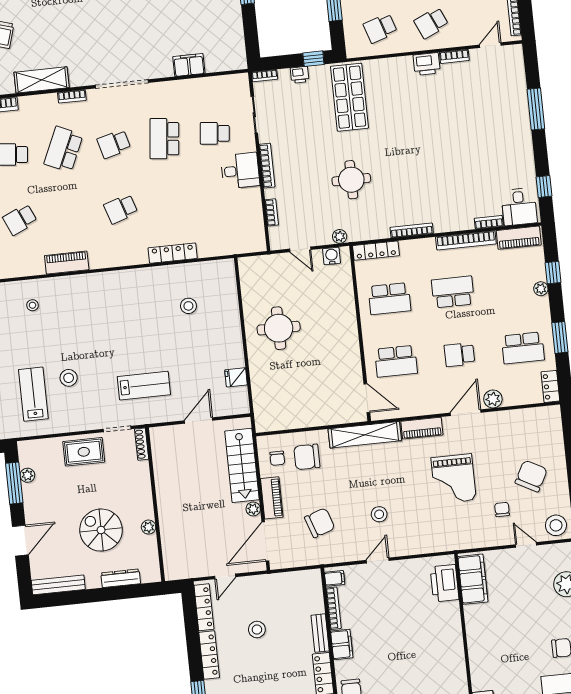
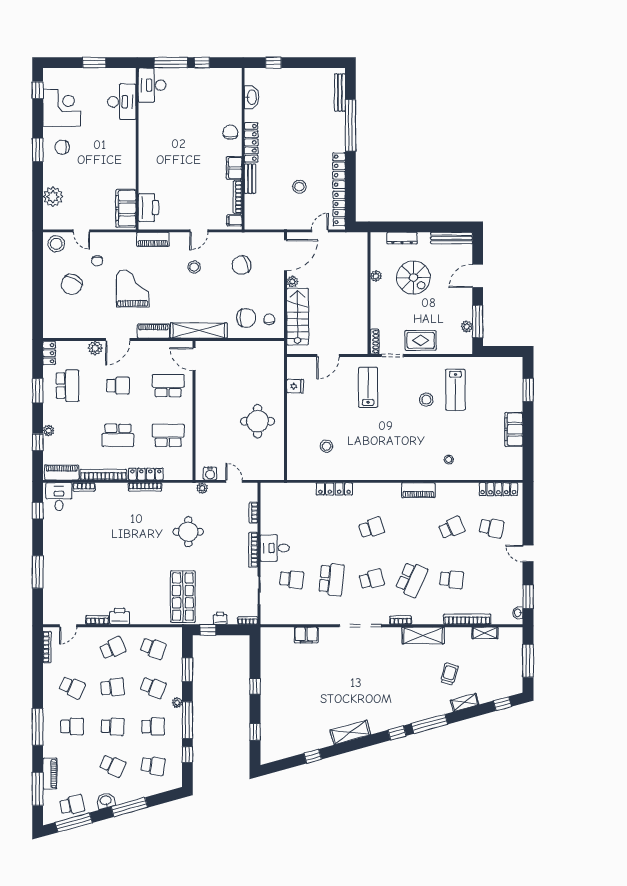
school desk: (380, 28) -> (153, 648), turned 39
locker: (376, 251) -> (146, 474), moved
school desk: (523, 348) -> (68, 386), turned 90
lab bench: (144, 386) -> (368, 387), turned 90
piano: (272, 498) -> (153, 239), moved, turned -90

